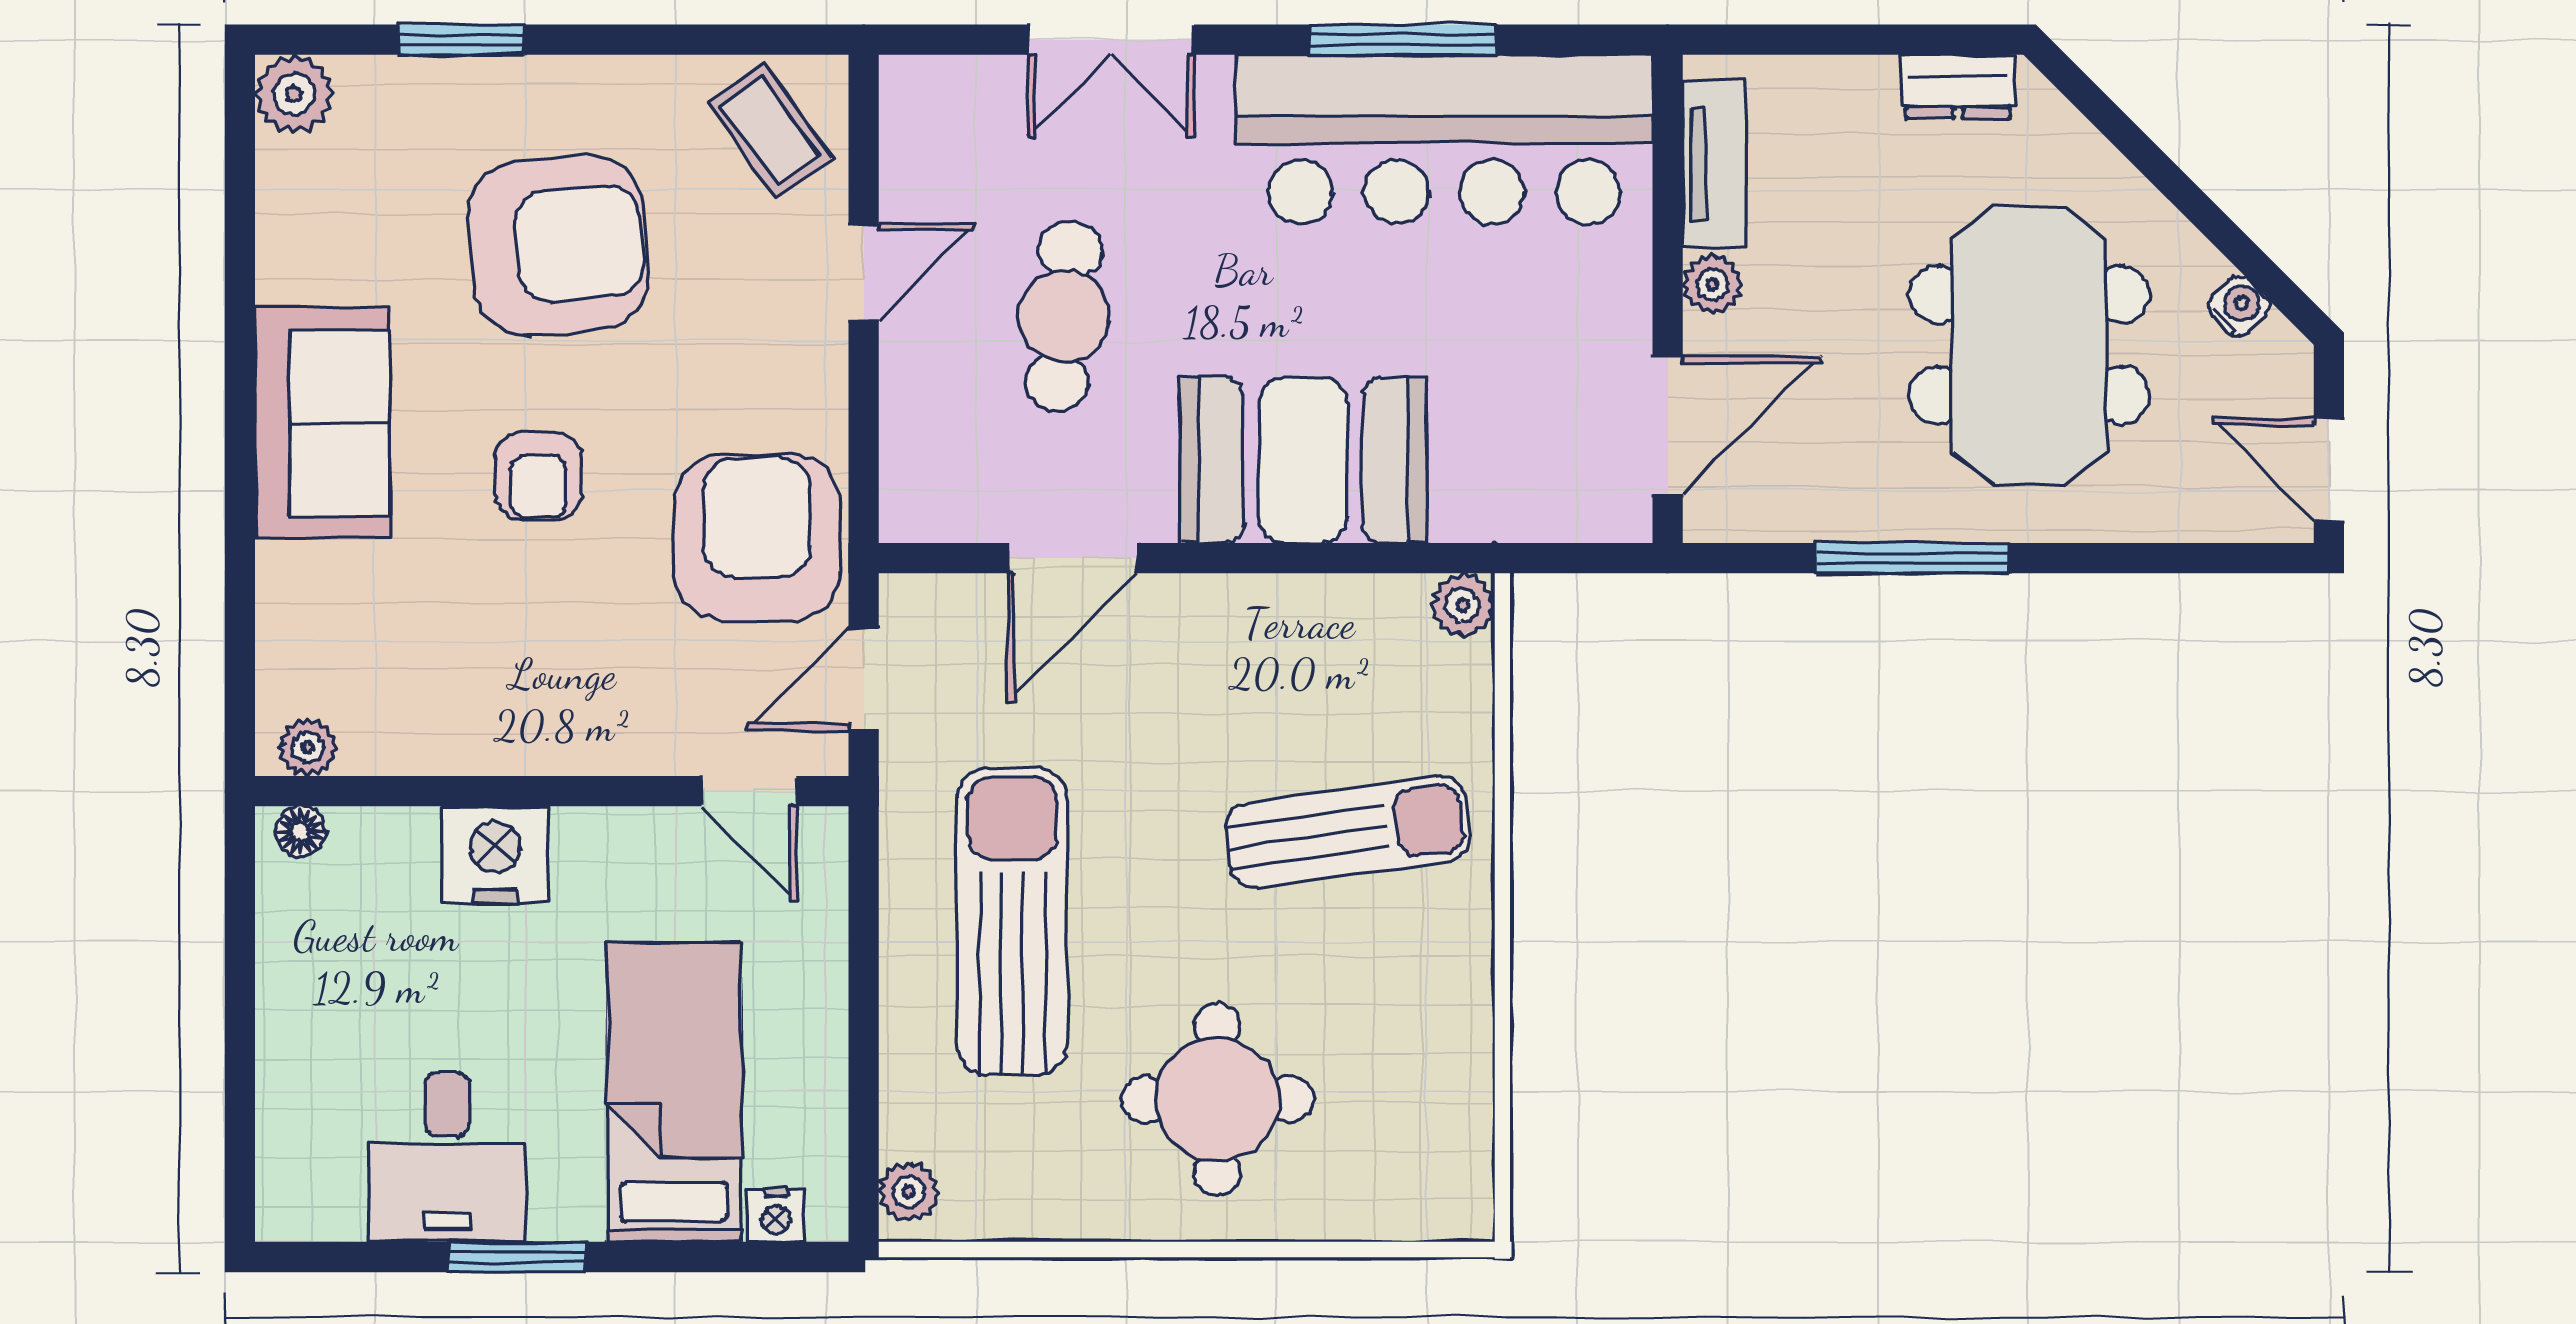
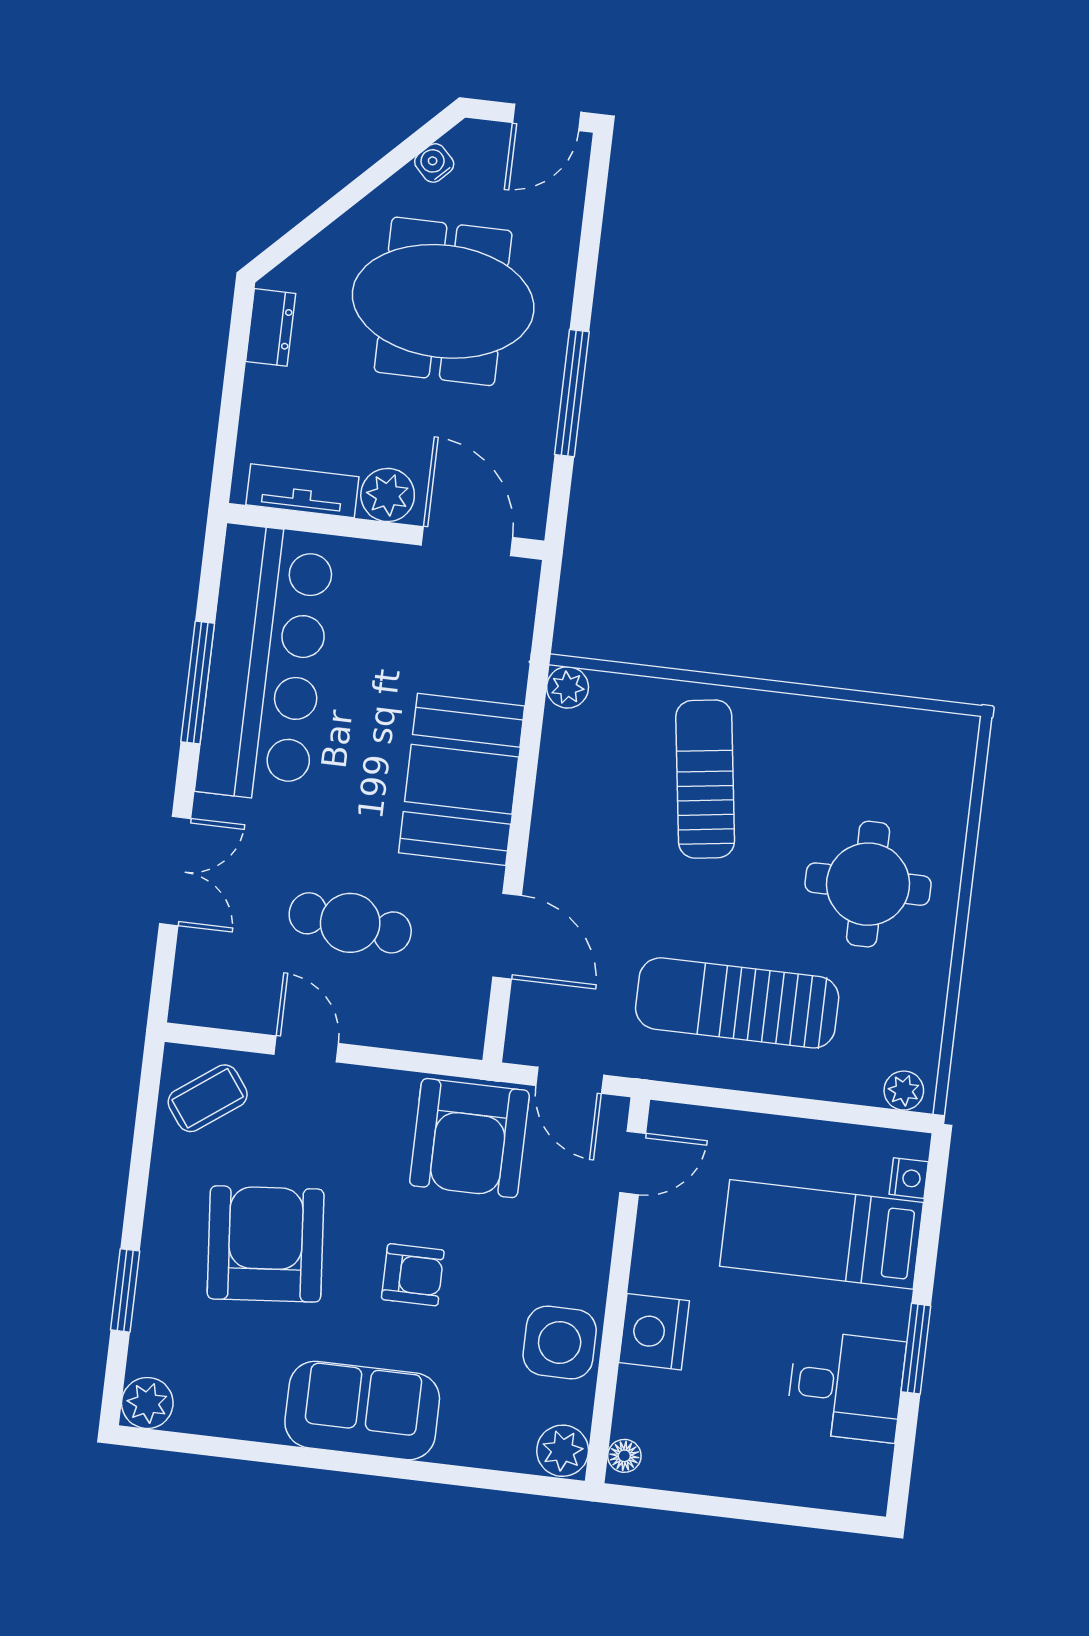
plant: (1713, 284) -> (388, 495), width x1.38, depth x1.38
armchair: (757, 537) -> (469, 1138), turned -90
side table: (462, 712) -> (560, 1342), added
plant: (308, 747) -> (563, 1451), width x1.38, depth x1.38

